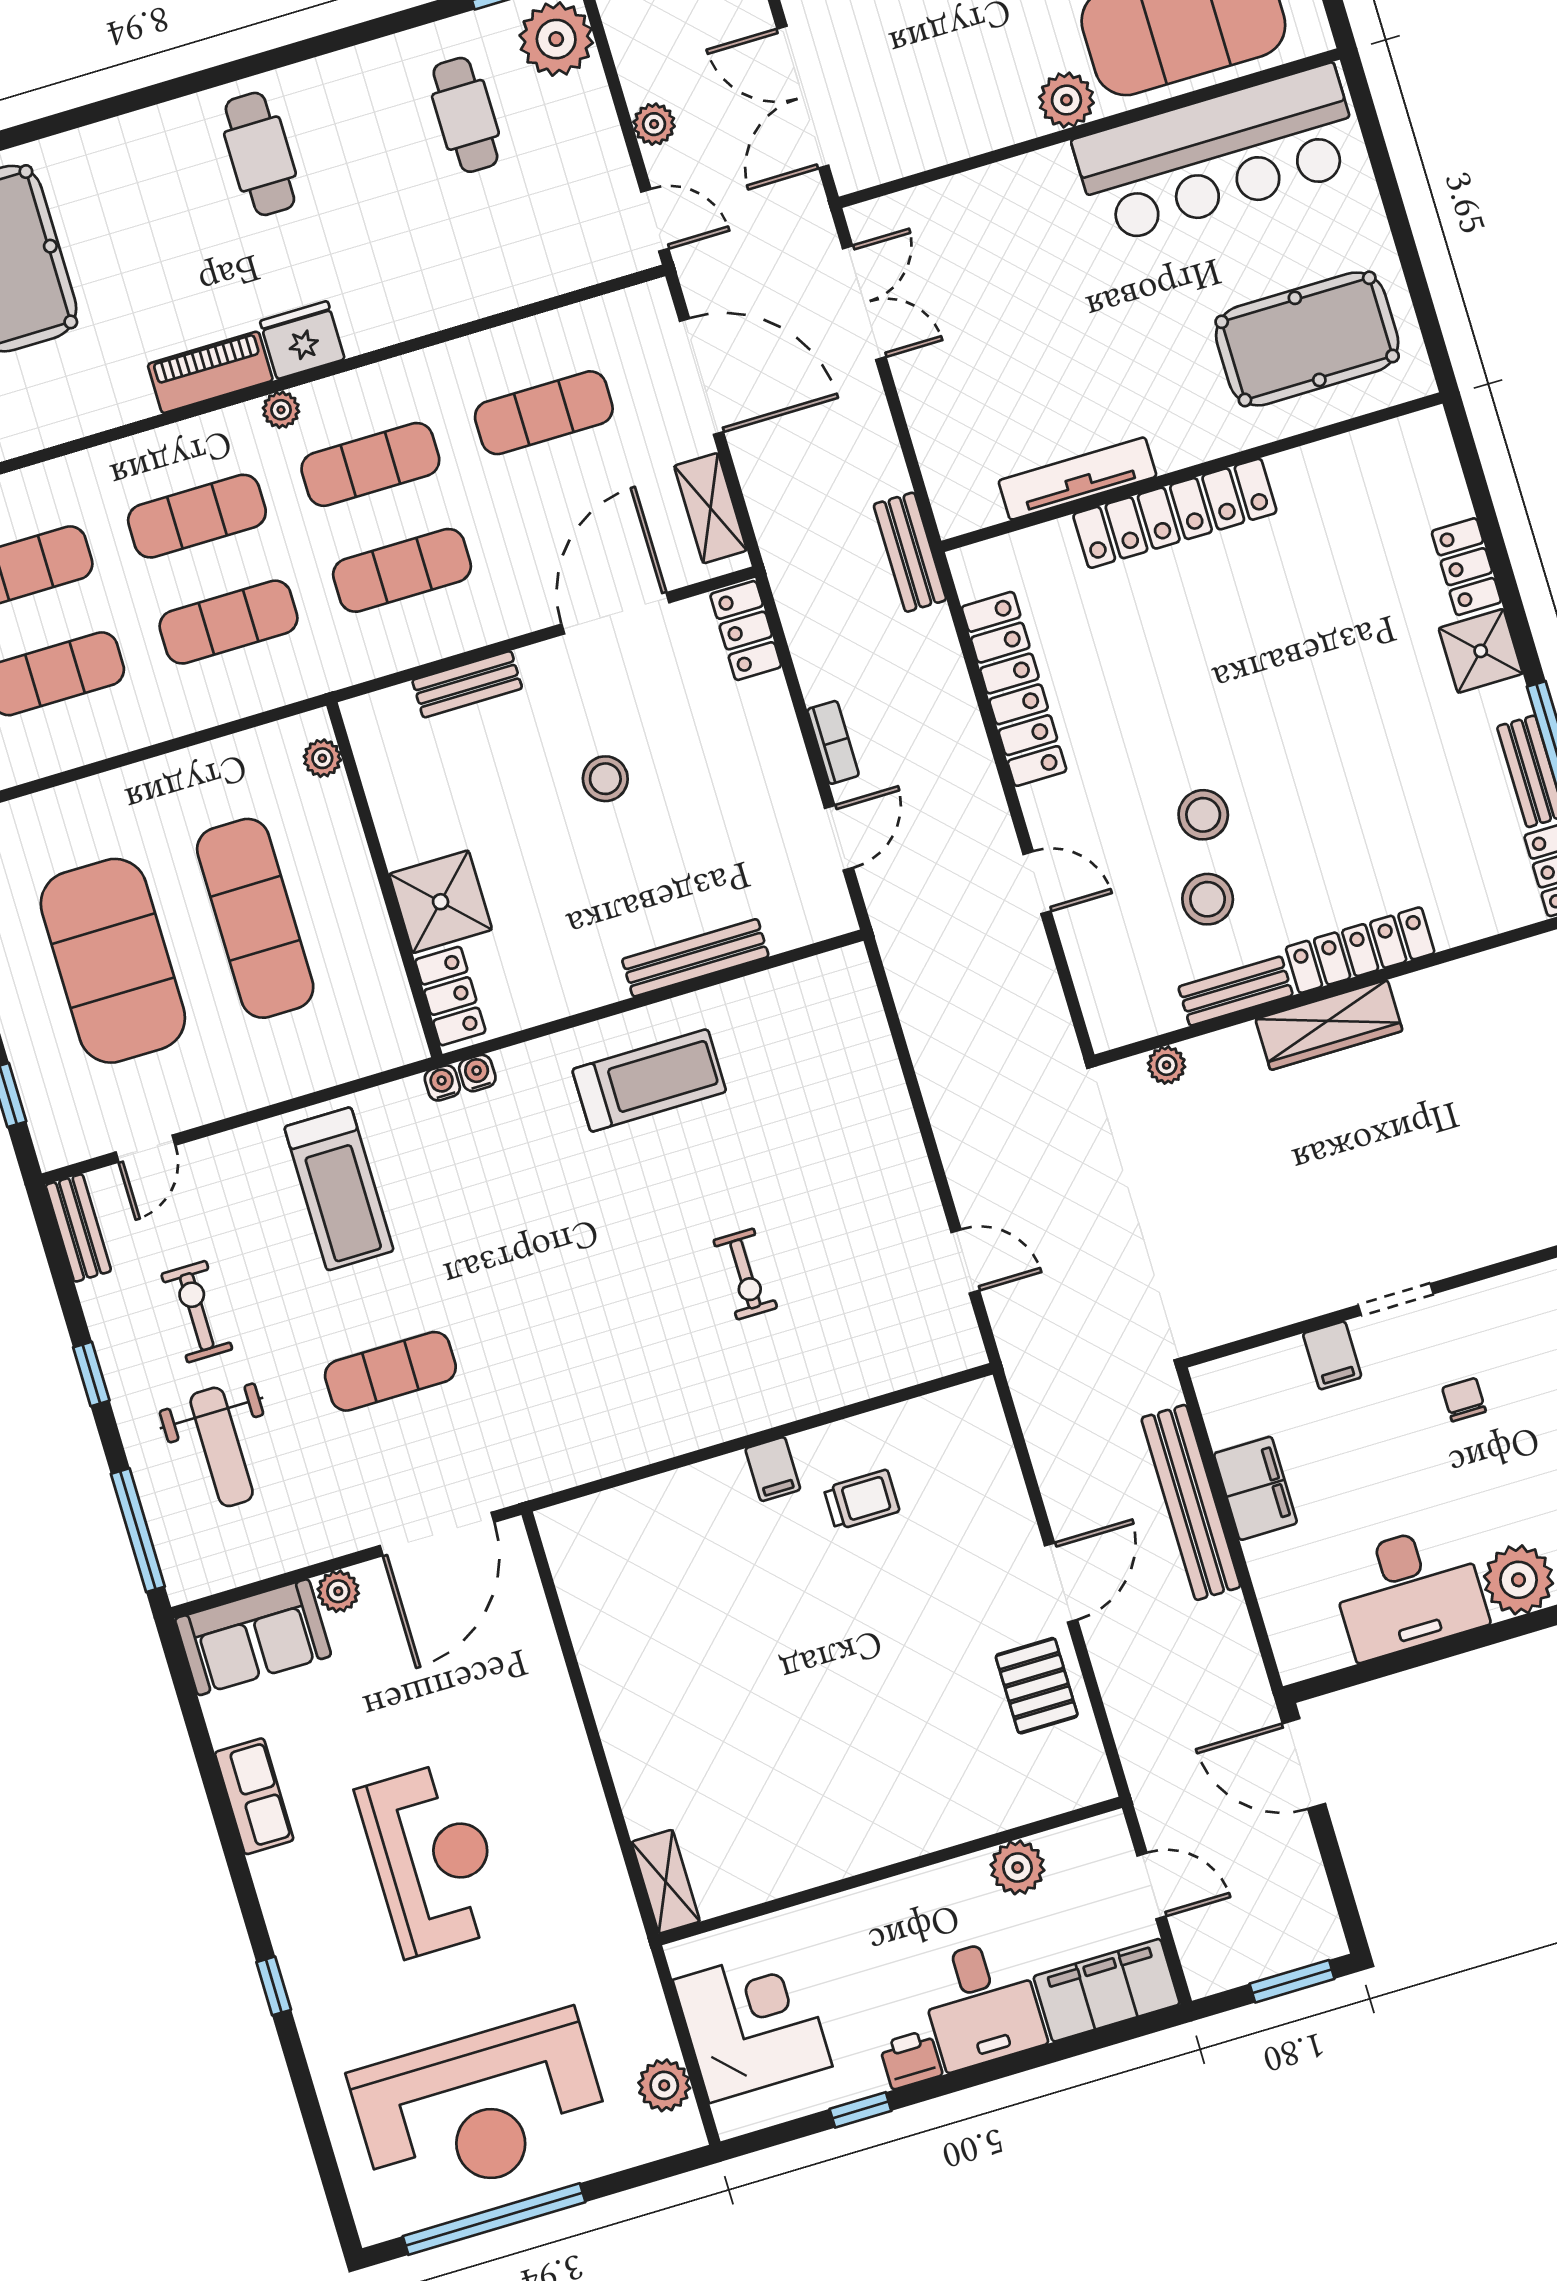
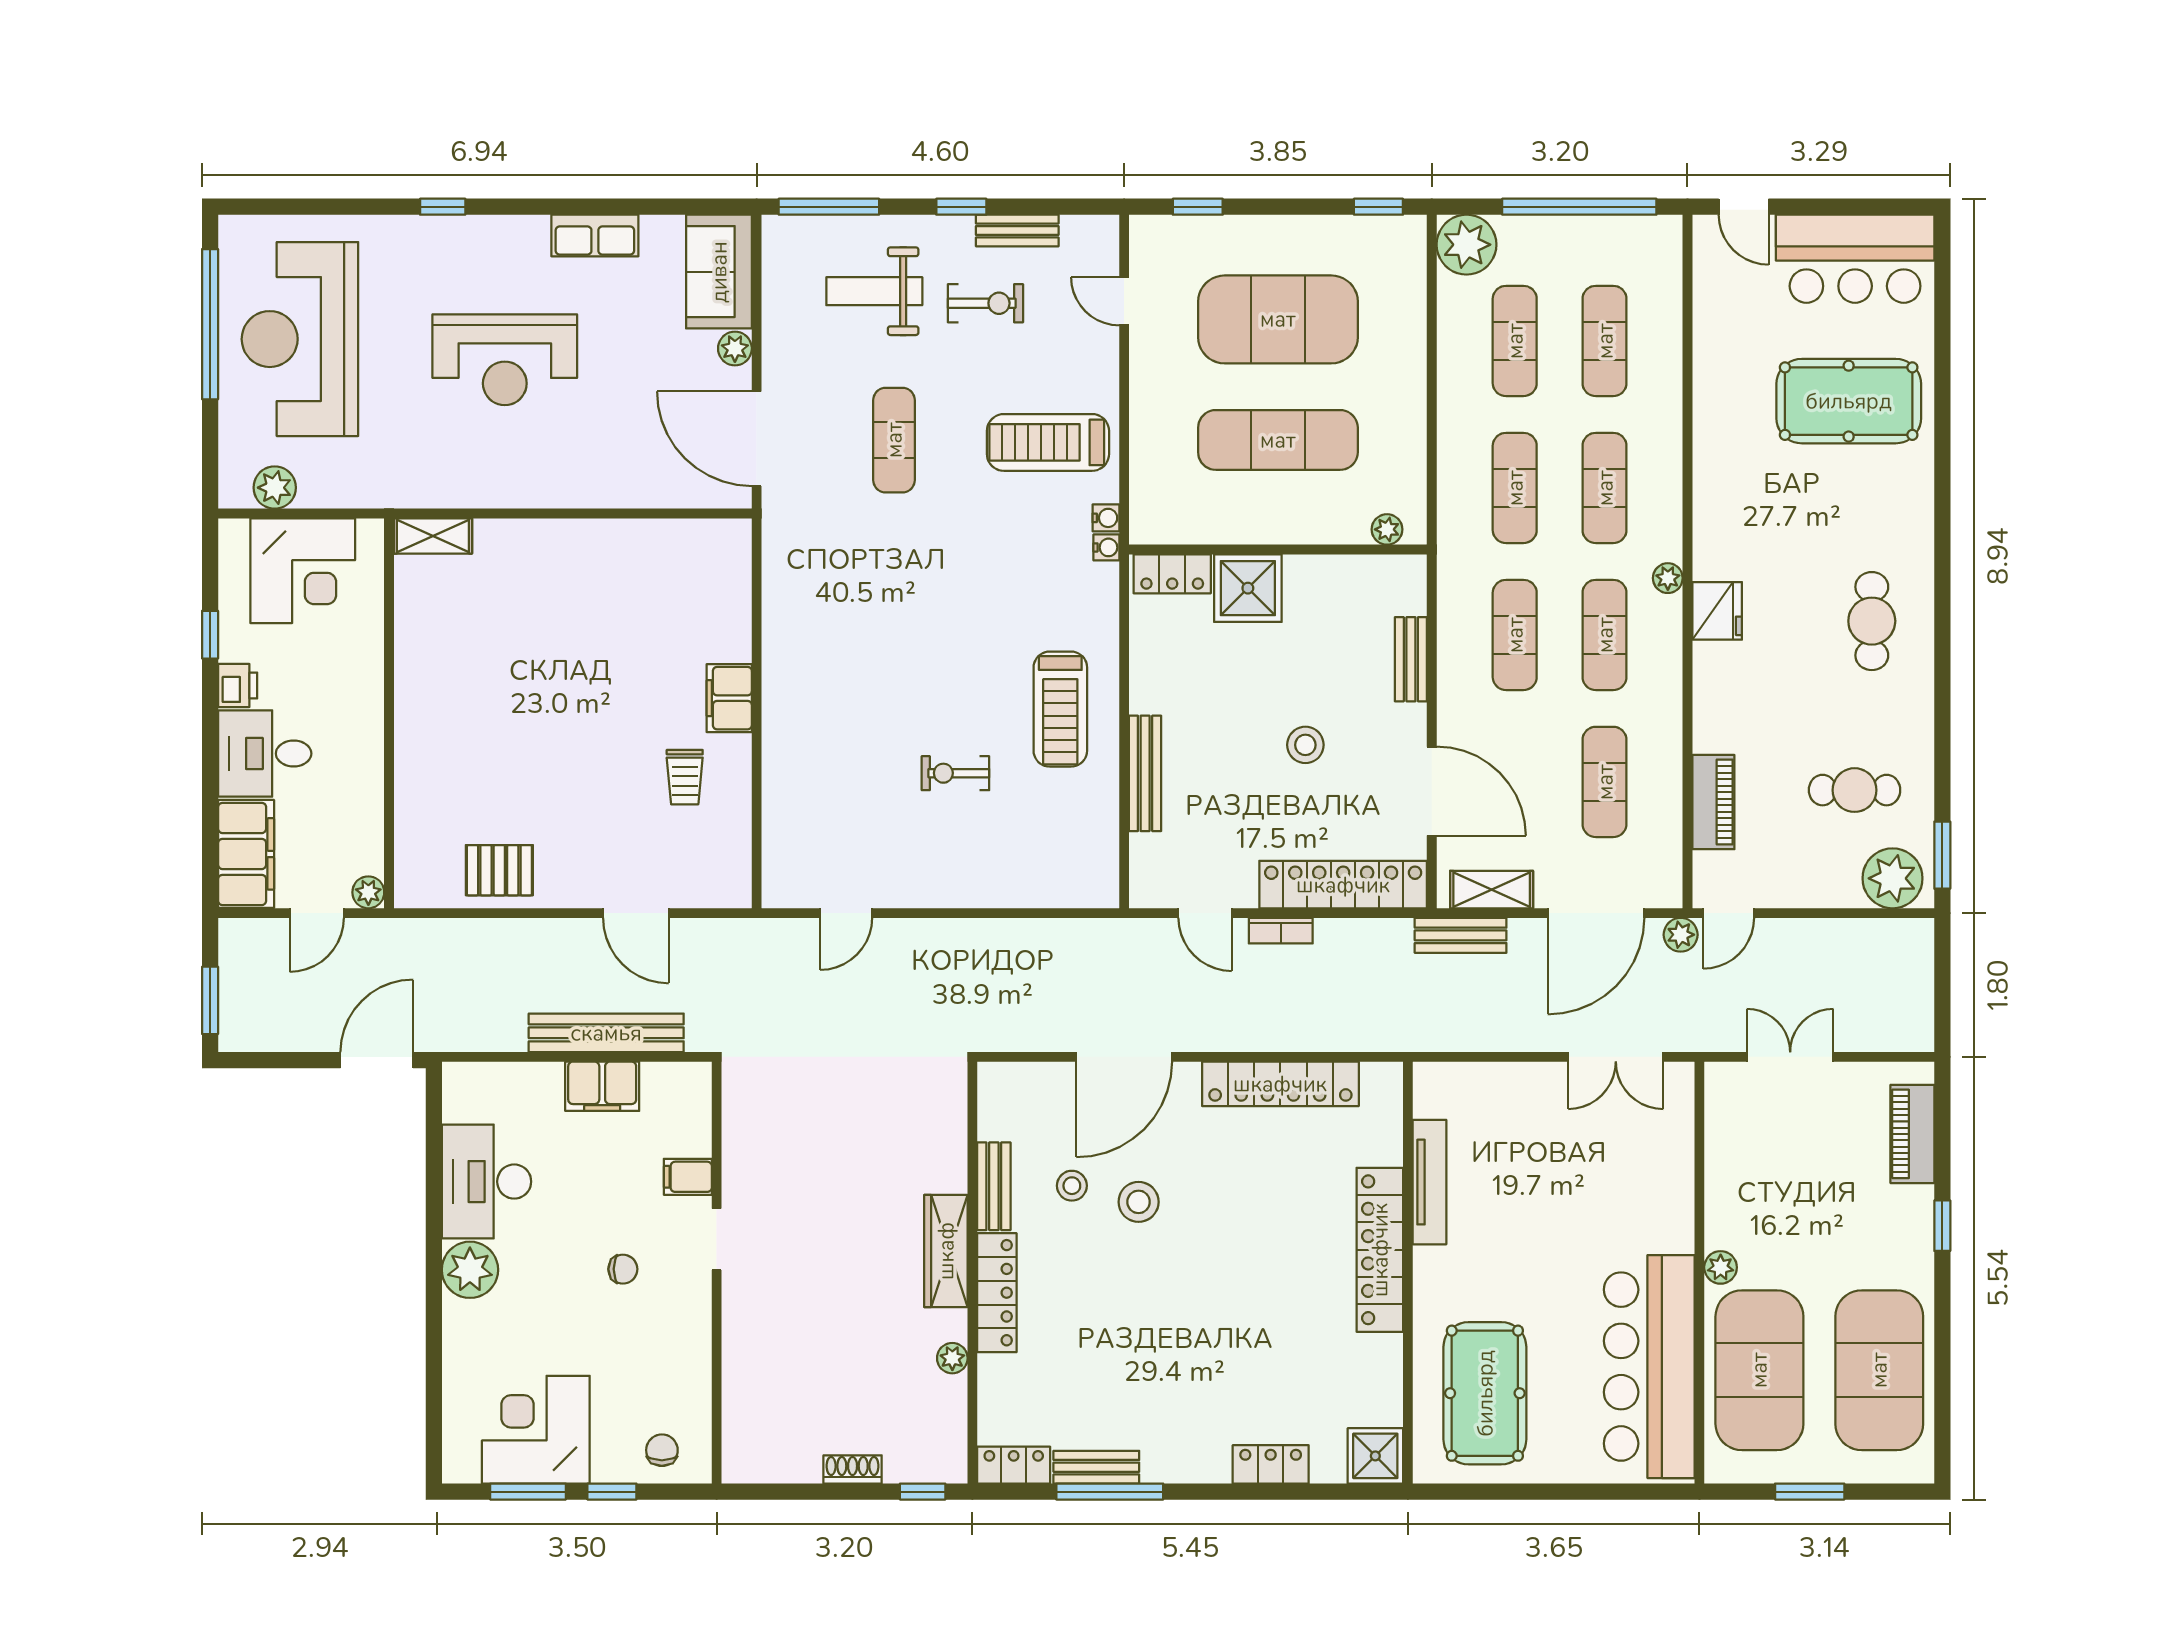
double door: (803, 97) -> (1790, 1057), width x0.73
plant: (1066, 100) -> (1721, 1267), width x0.73, depth x0.73
plant: (654, 124) -> (1681, 935), moved
cafe table: (260, 154) -> (1872, 621), turned 90
piano: (210, 372) -> (1713, 802), moved
bench: (910, 552) -> (1461, 935), moved
locker: (746, 631) -> (1343, 885), width x2.16, depth x1.21
shower: (1481, 651) -> (1375, 1456), moved
door: (1037, 883) -> (1124, 1057), width x1.88
stool: (1208, 899) -> (1072, 1186), width x0.73, depth x0.73
plant: (1167, 1065) -> (952, 1358), moved
water cooler: (477, 1073) -> (1106, 518), moved
bench: (78, 1228) -> (1017, 230), moved
exercise bike: (745, 1274) -> (955, 773), moved
filing cabinet: (773, 1469) -> (729, 698), width x2.00
door: (1061, 1583) -> (636, 913), moved
plant: (1018, 1867) -> (368, 892), moved, width x0.73, depth x0.73

